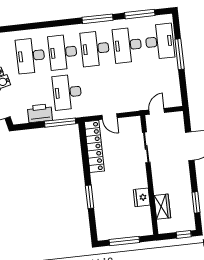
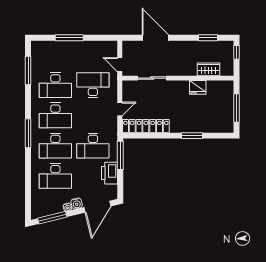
window: (97, 19) -> (28, 133), moved
desk: (160, 41) -> (93, 85), moved

